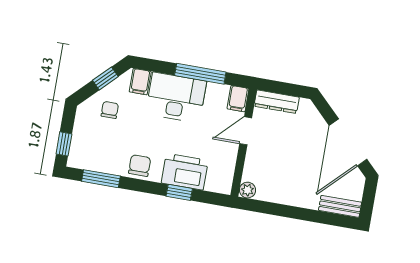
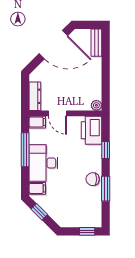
chair: (110, 110) -> (59, 205), removed
printer: (185, 172) -> (91, 130), moved
window: (101, 179) -> (106, 189), moved

